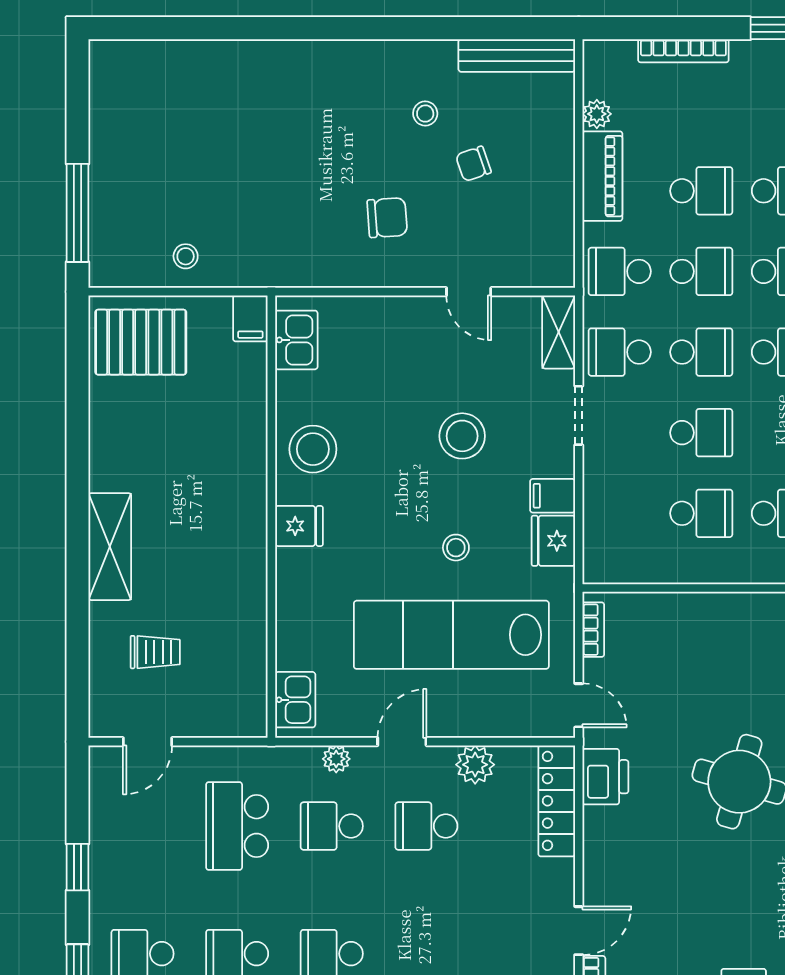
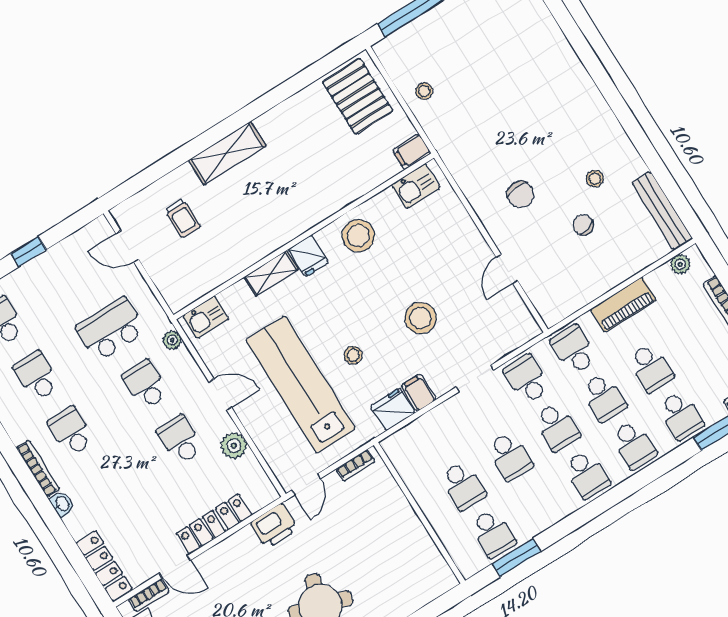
plant: (597, 114) -> (680, 264), moved
shelving: (559, 332) -> (271, 273), moved
plant: (336, 759) -> (172, 340), moved
locker: (557, 801) -> (214, 524), moved

